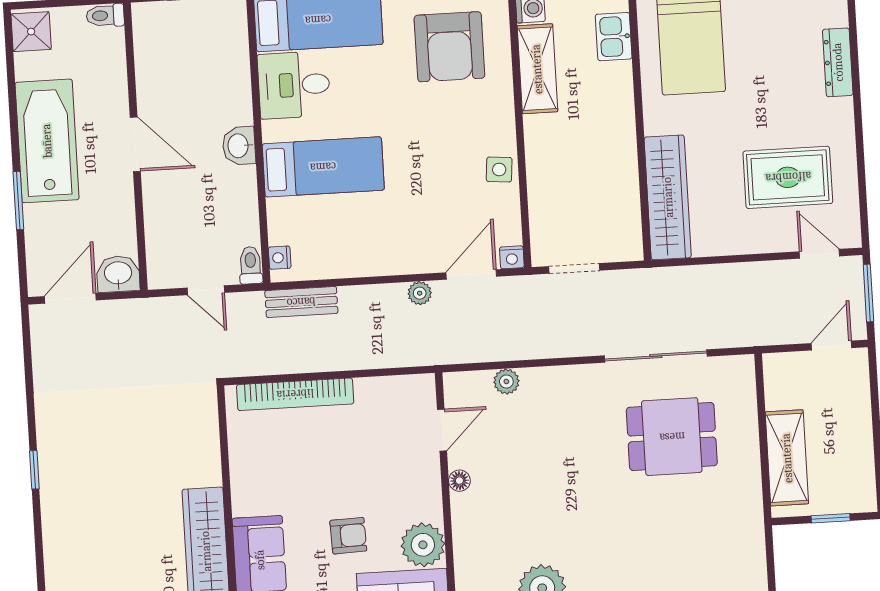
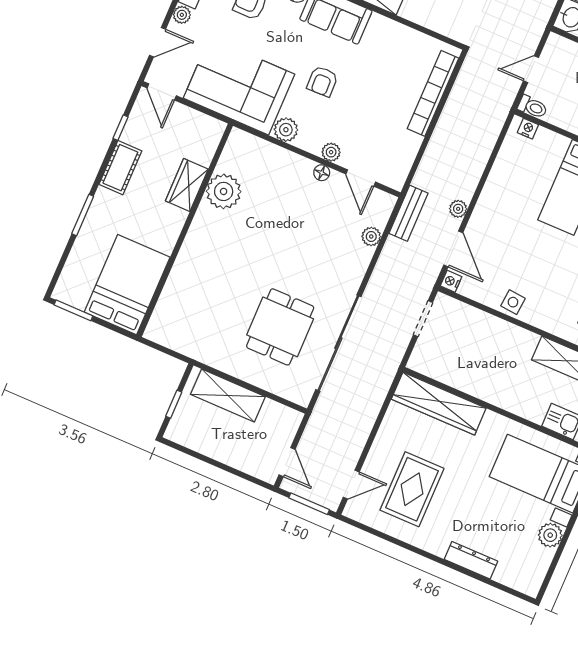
bench: (301, 302) -> (409, 213), moved
sliding door: (656, 356) -> (338, 343), width x1.36
plant: (429, 482) -> (331, 152), added
plant: (423, 545) -> (286, 130), width x0.73, depth x0.73

